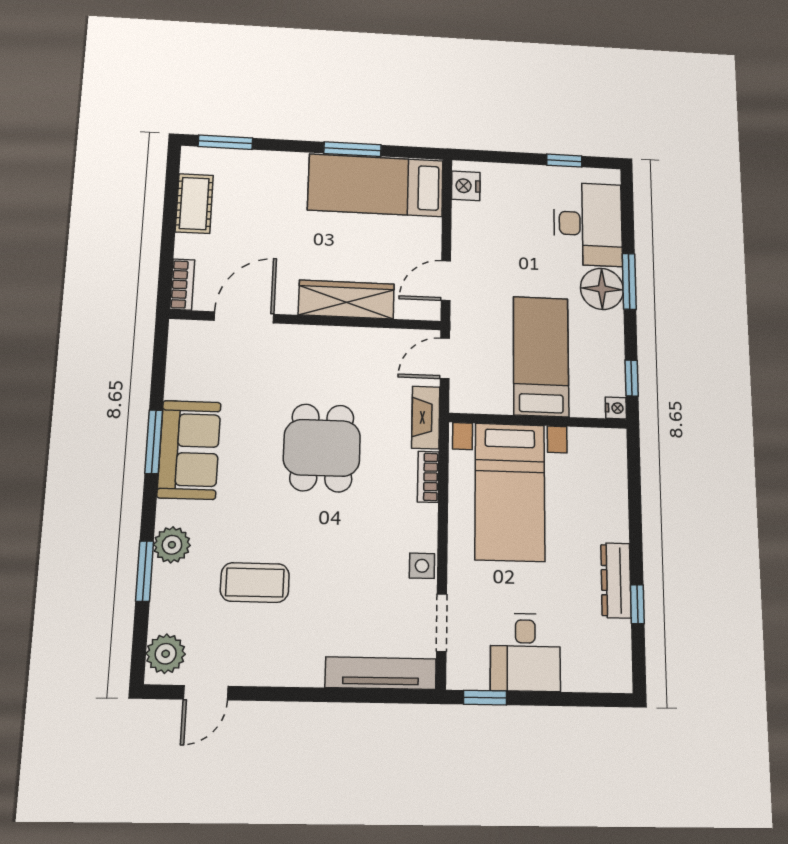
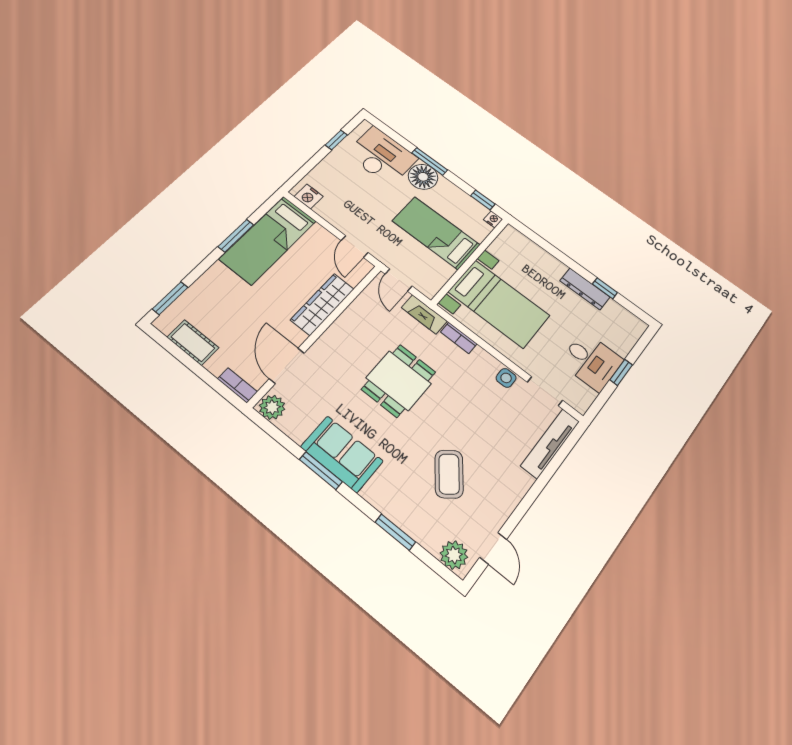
dining table: (322, 448) -> (399, 381), turned 90
plant: (172, 545) -> (272, 407), moved
coffee table: (255, 582) -> (449, 474), turned -38
window: (485, 698) -> (621, 372), moved

